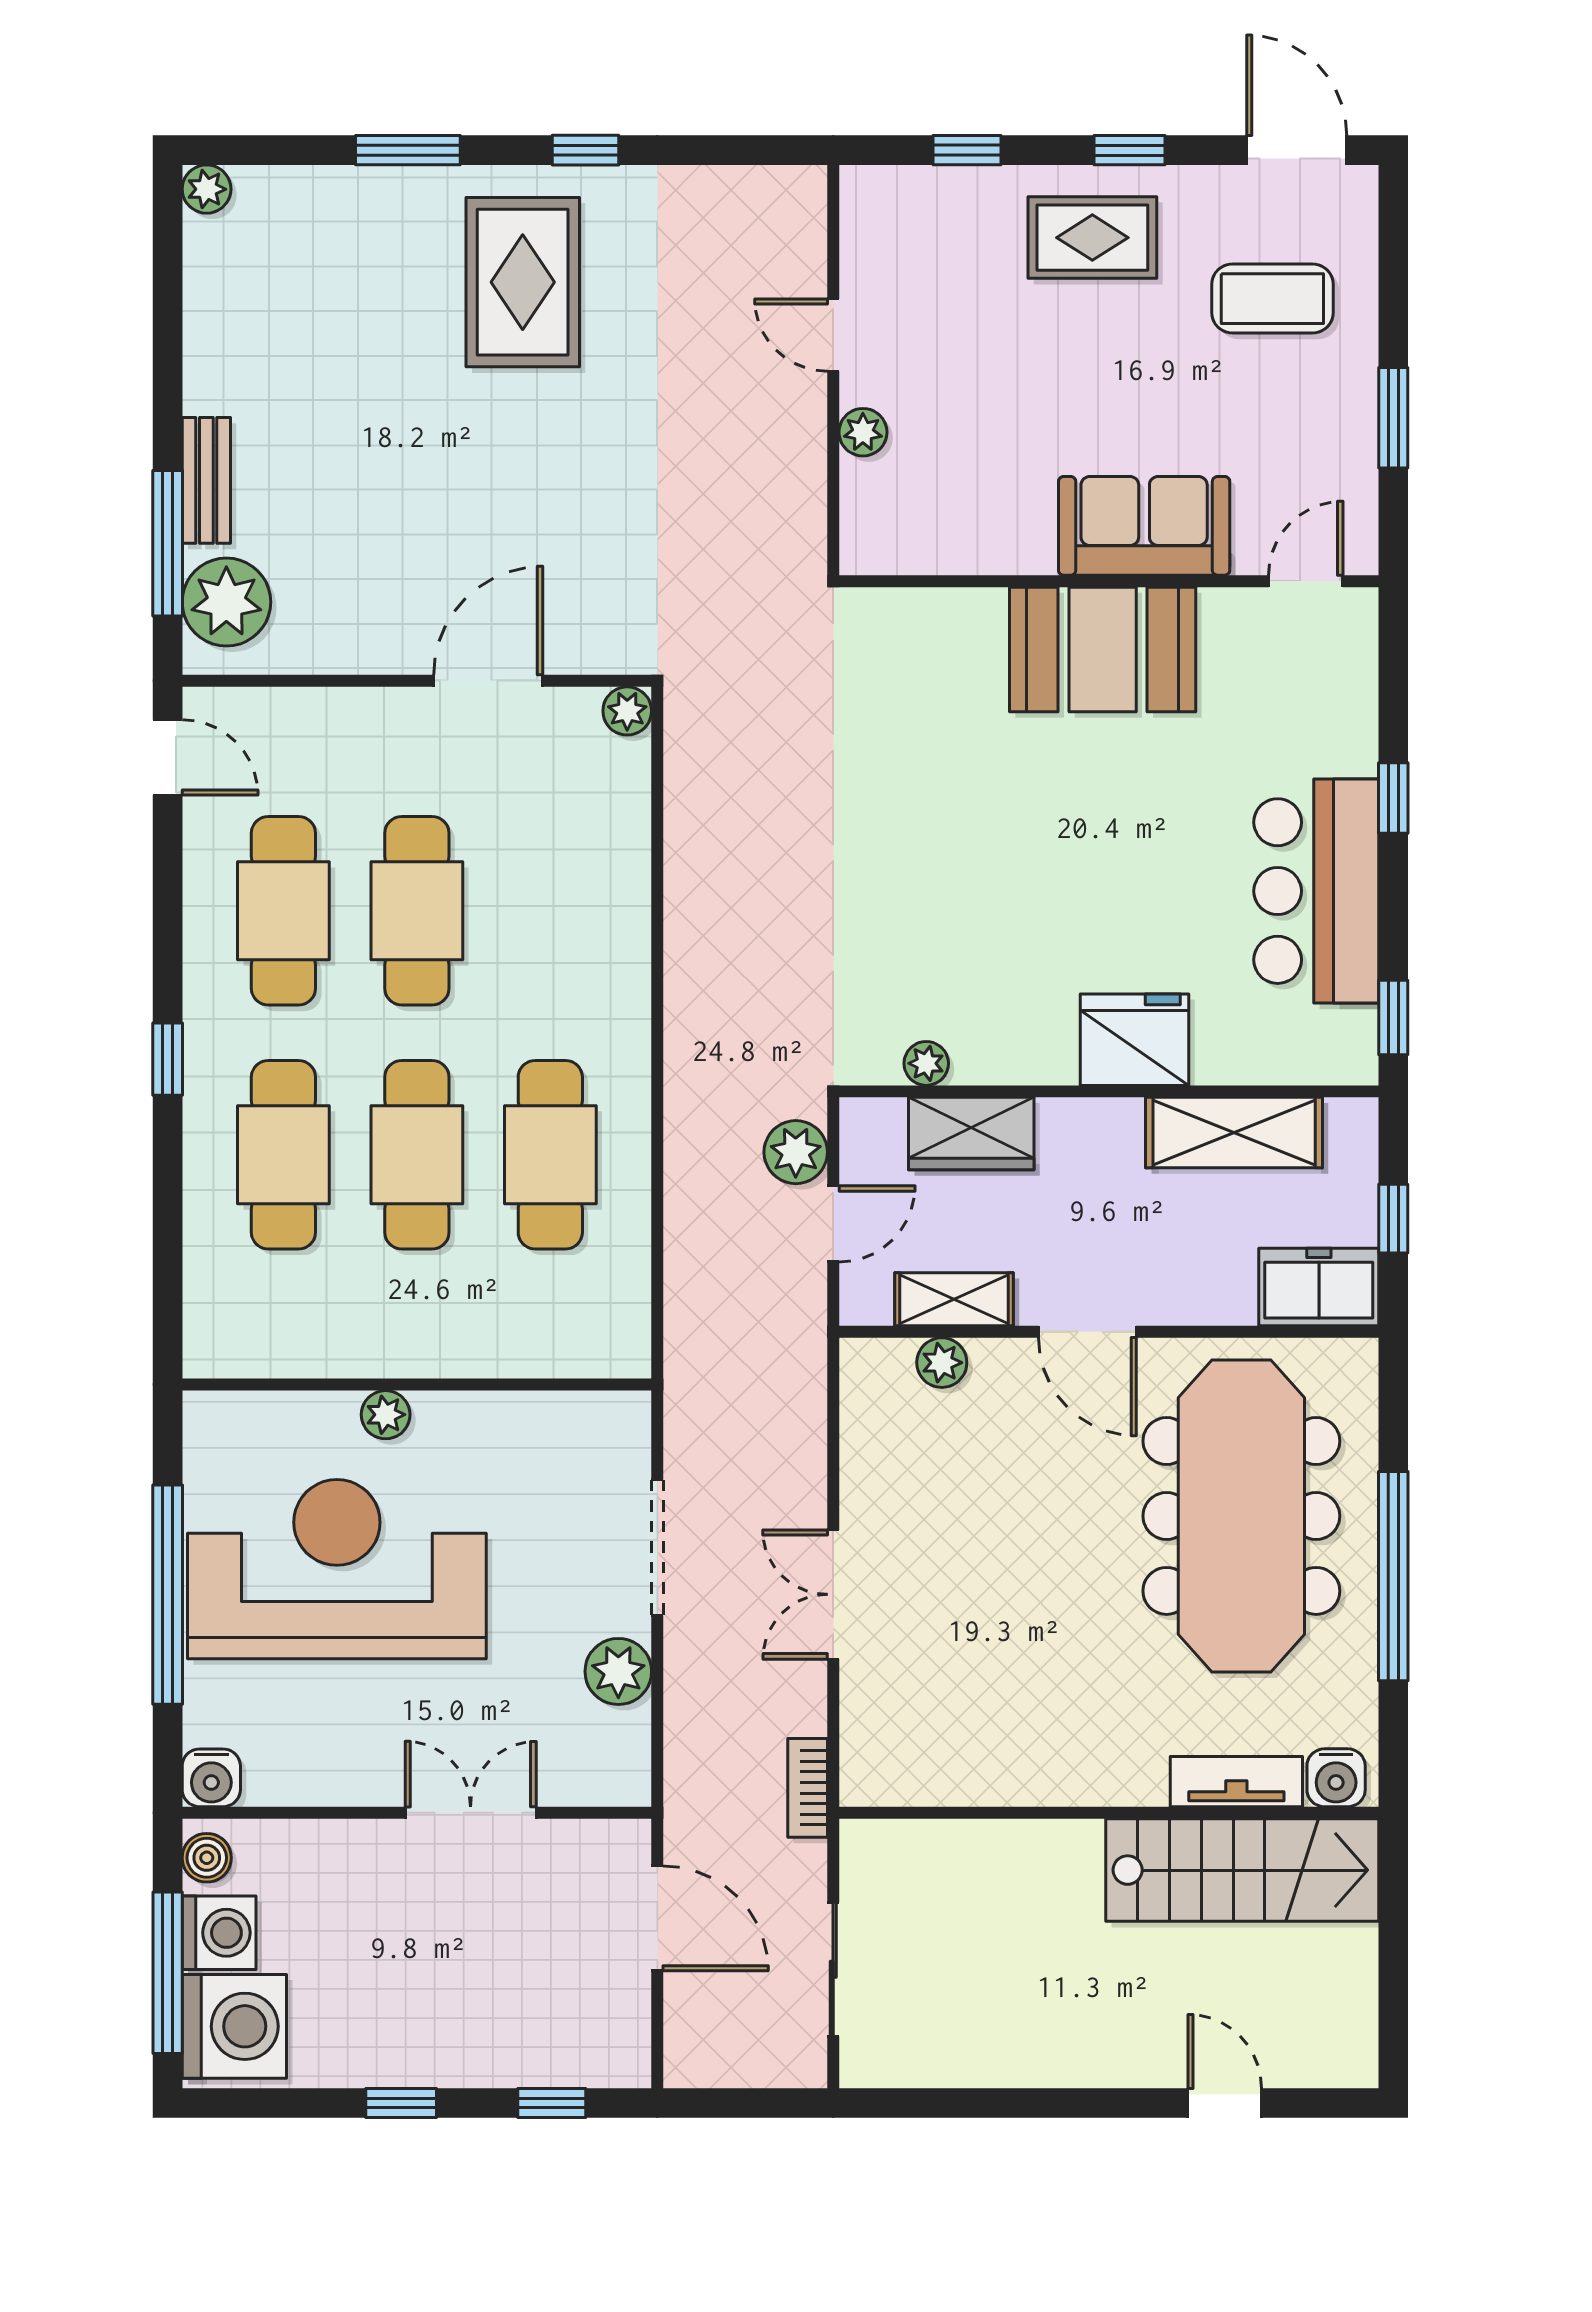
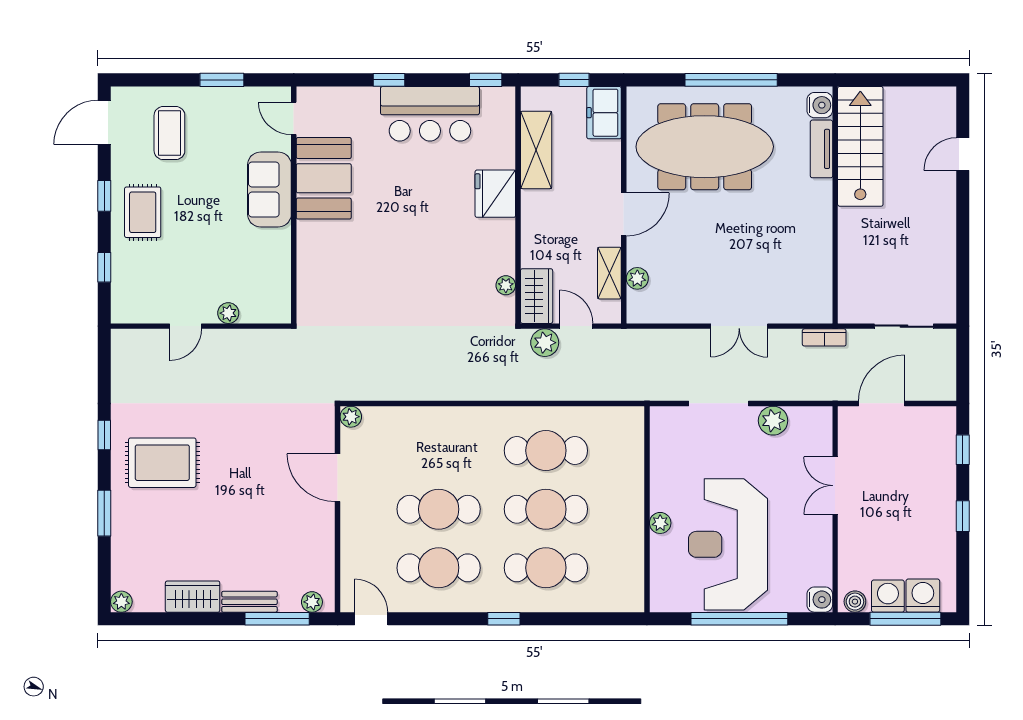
wardrobe: (218, 351) -> (193, 597), added
plant: (226, 602) -> (312, 602), width x0.53, depth x0.53
booth: (1103, 649) -> (324, 178), moved
door: (168, 757) -> (371, 619), hinge flipped
wardrobe: (971, 1134) -> (537, 296), moved
washing machine: (234, 2026) -> (923, 596), width x0.73, depth x0.73

